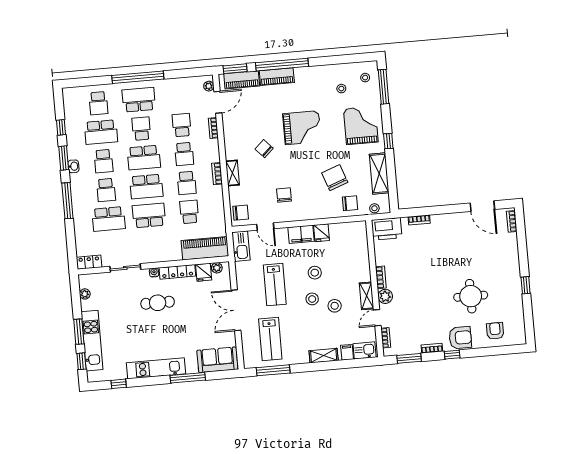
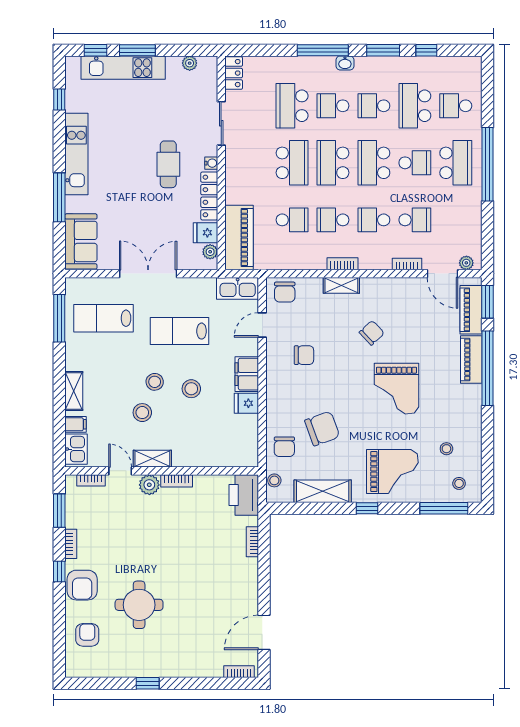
washbasin: (73, 166) -> (345, 63), moved
armchair: (495, 331) -> (87, 635), turned -90

